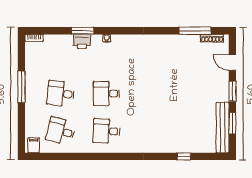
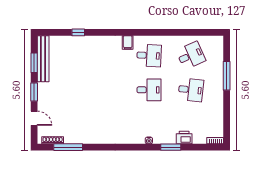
printer: (82, 41) -> (184, 137), moved
window: (21, 87) -> (227, 76), moved
desk: (61, 131) -> (191, 55), turned -39
filing cabinet: (33, 145) -> (128, 43), moved

